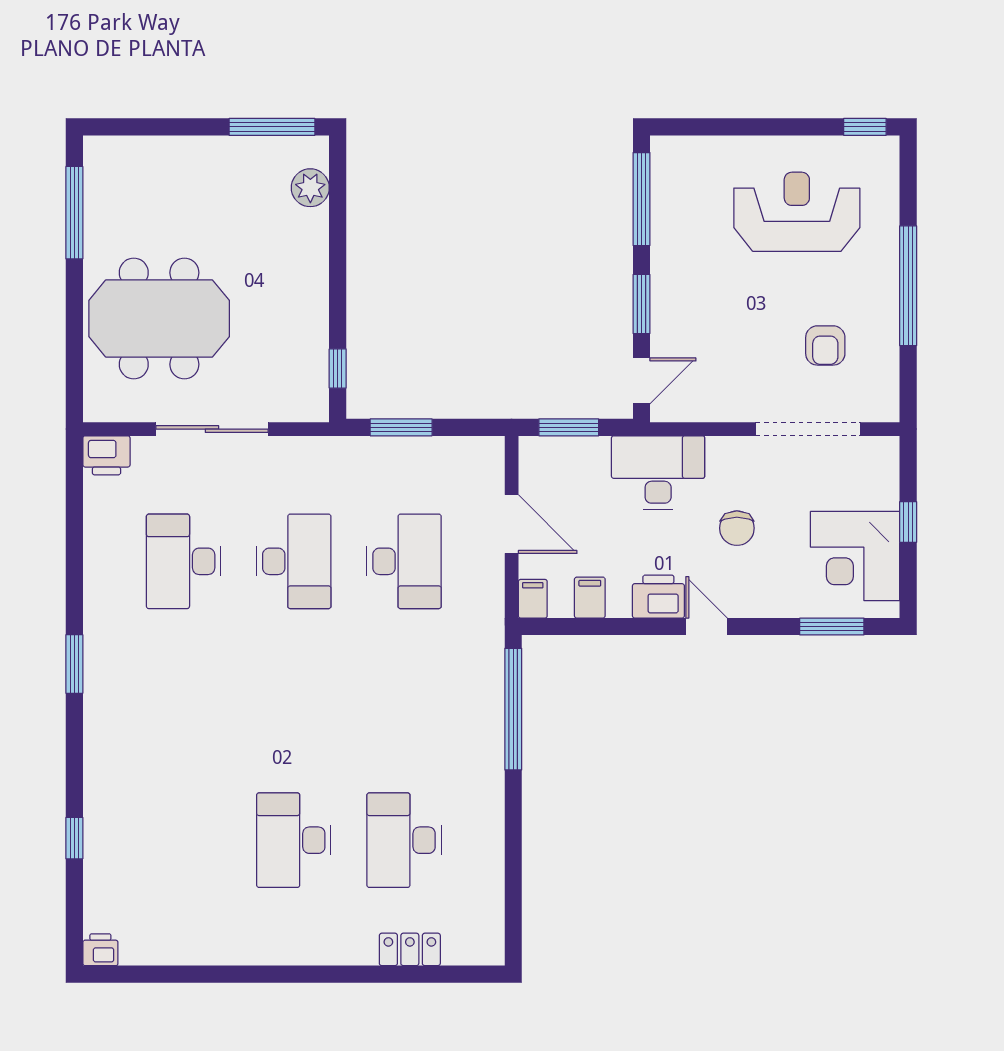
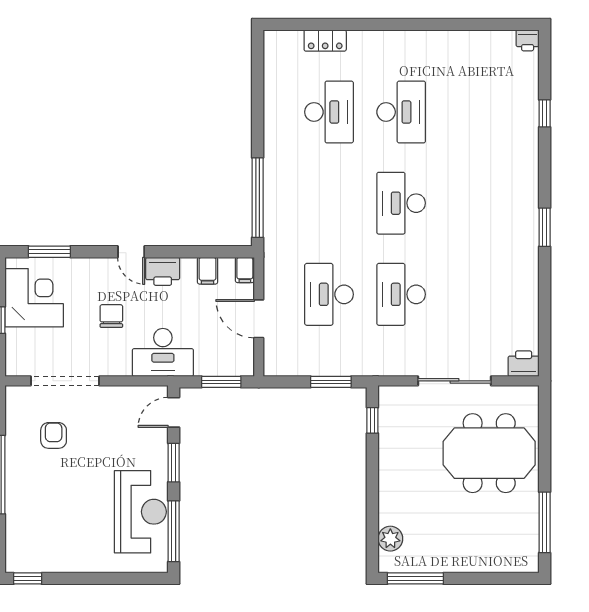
reception desk: (797, 212) -> (140, 512), moved, turned -90
desk: (184, 561) -> (401, 203), moved, turned 180

